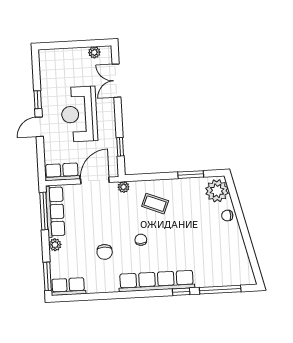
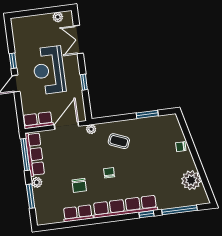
window: (120, 147) -> (84, 82), moved
plant: (217, 191) -> (191, 180), moved
window: (47, 276) -> (31, 196), moved
row of seats: (68, 287) -> (78, 213), moved

